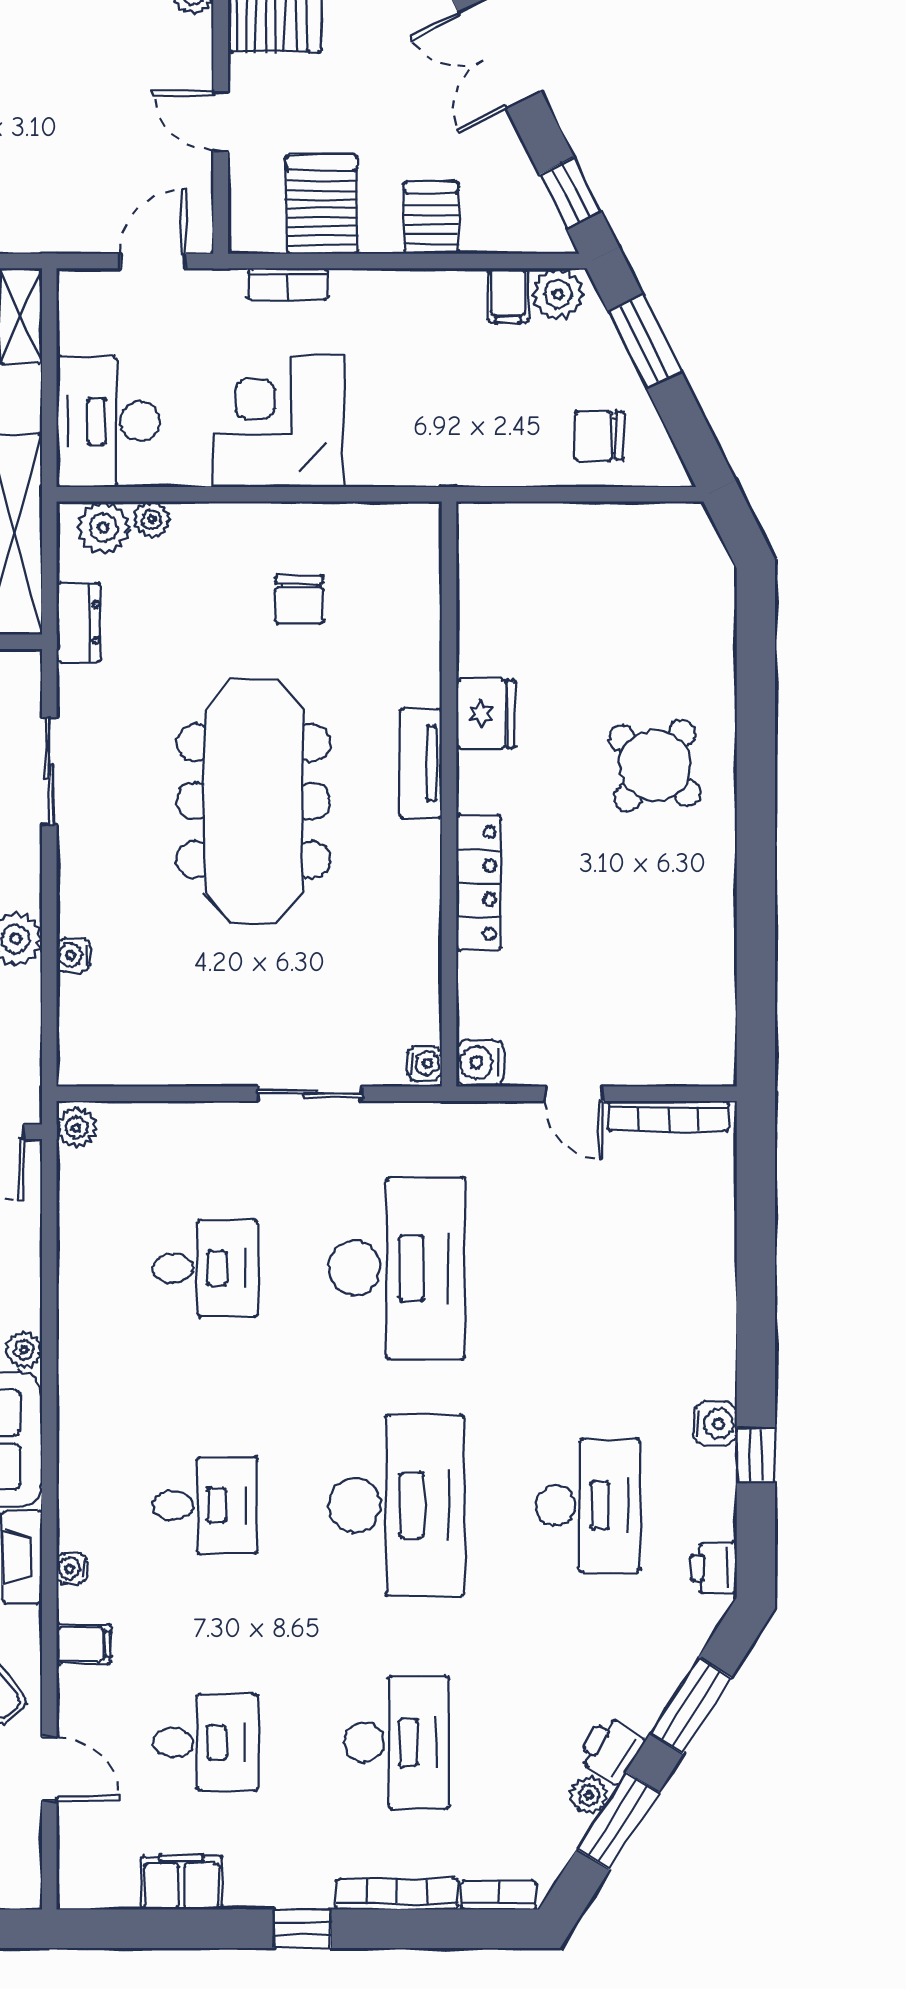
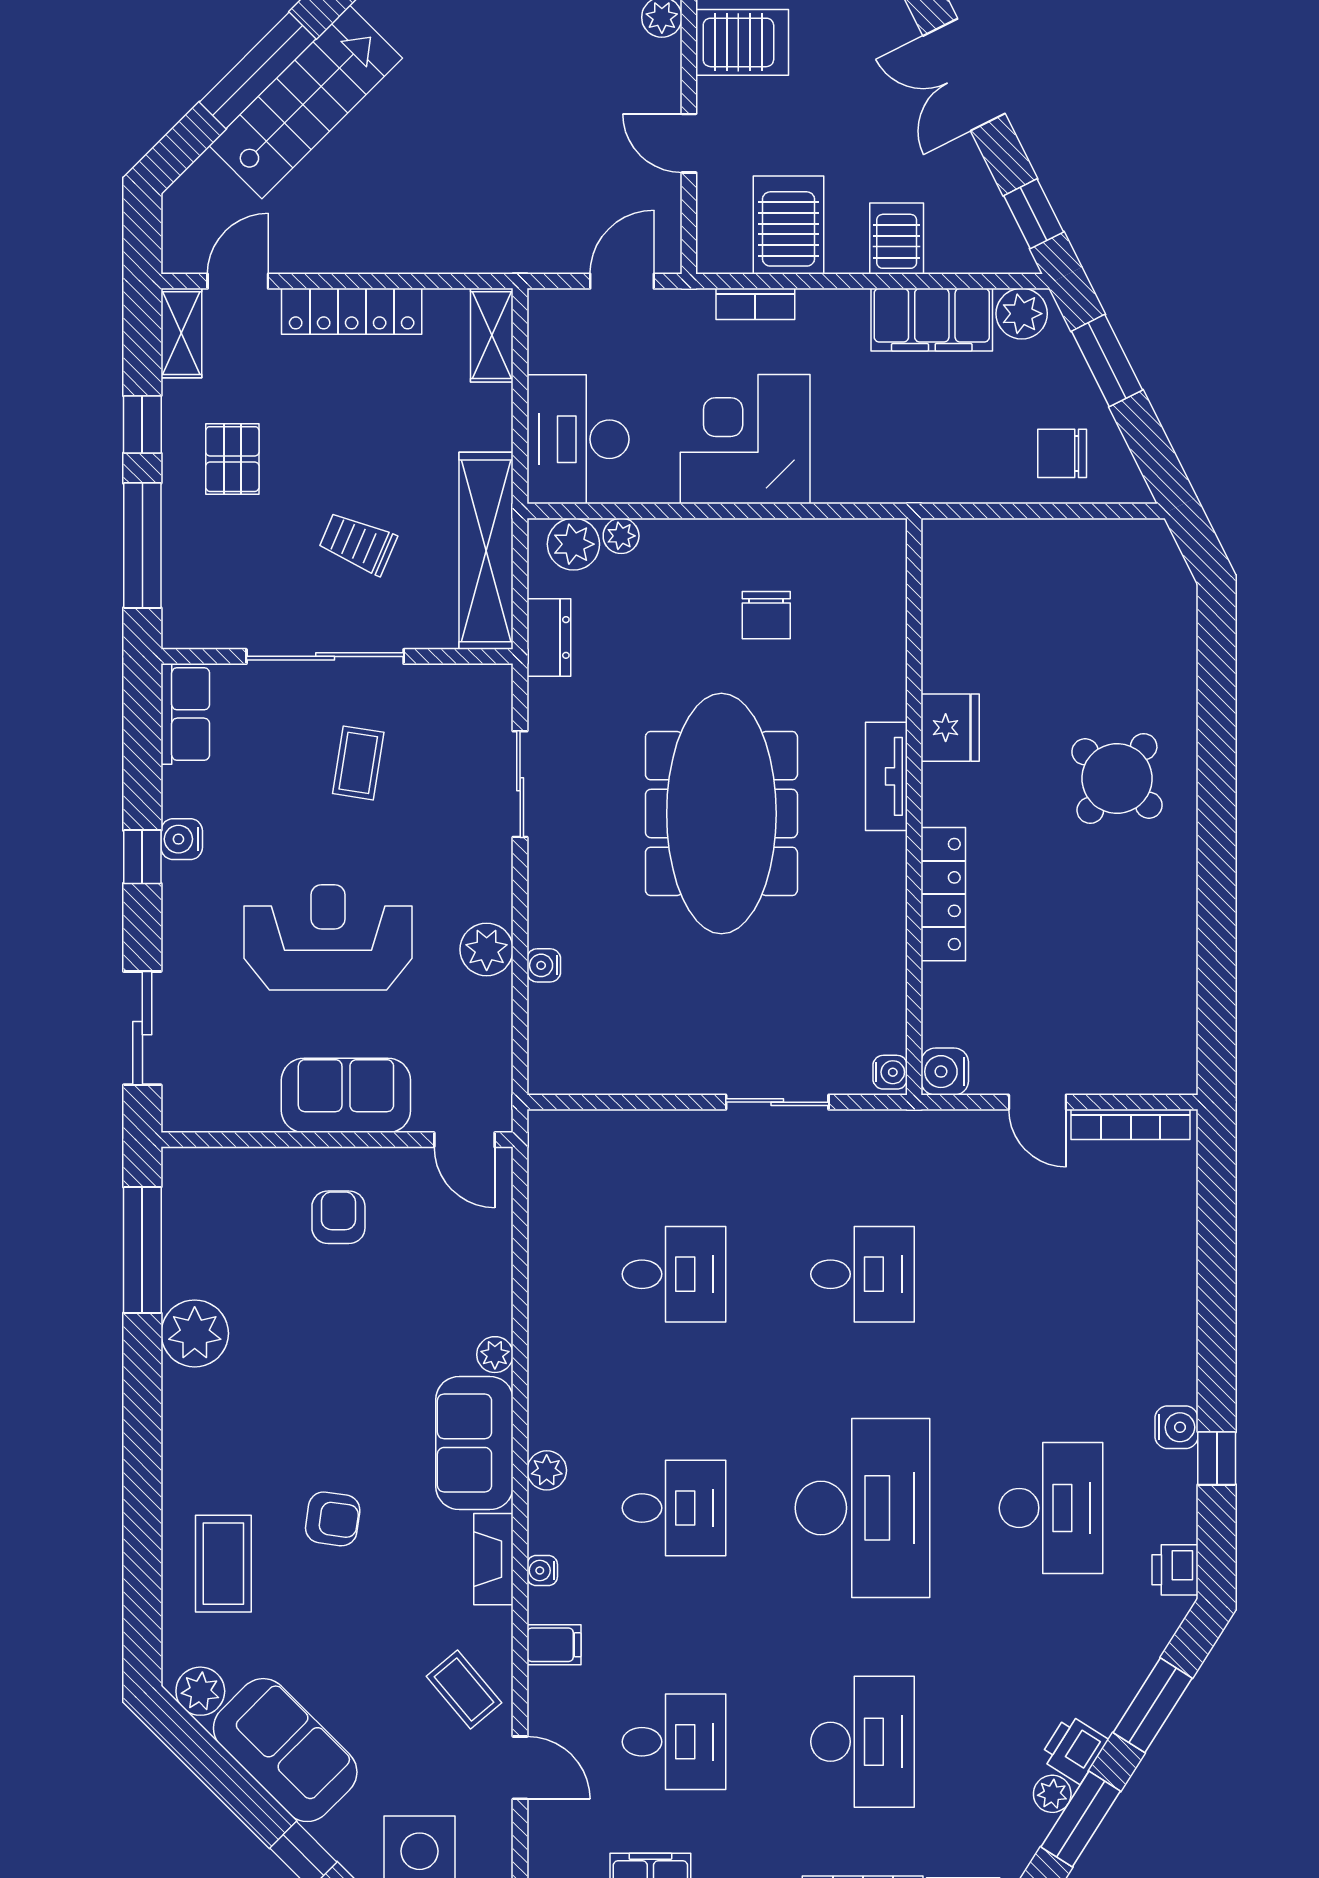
filing cabinet: (508, 296) -> (932, 320), width x3.00, depth x1.17
plant: (76, 1127) -> (547, 1470), moved
desk: (397, 1268) -> (863, 1274), width x0.53, depth x0.77

